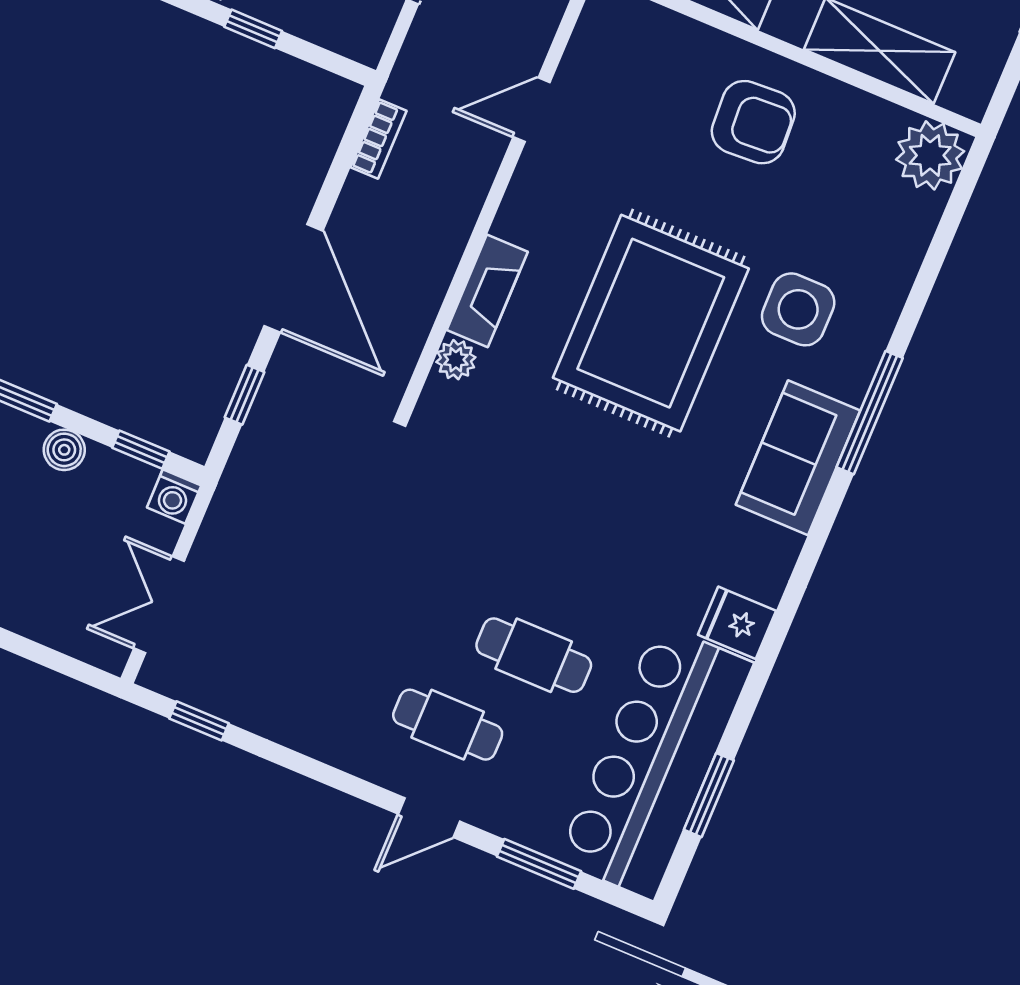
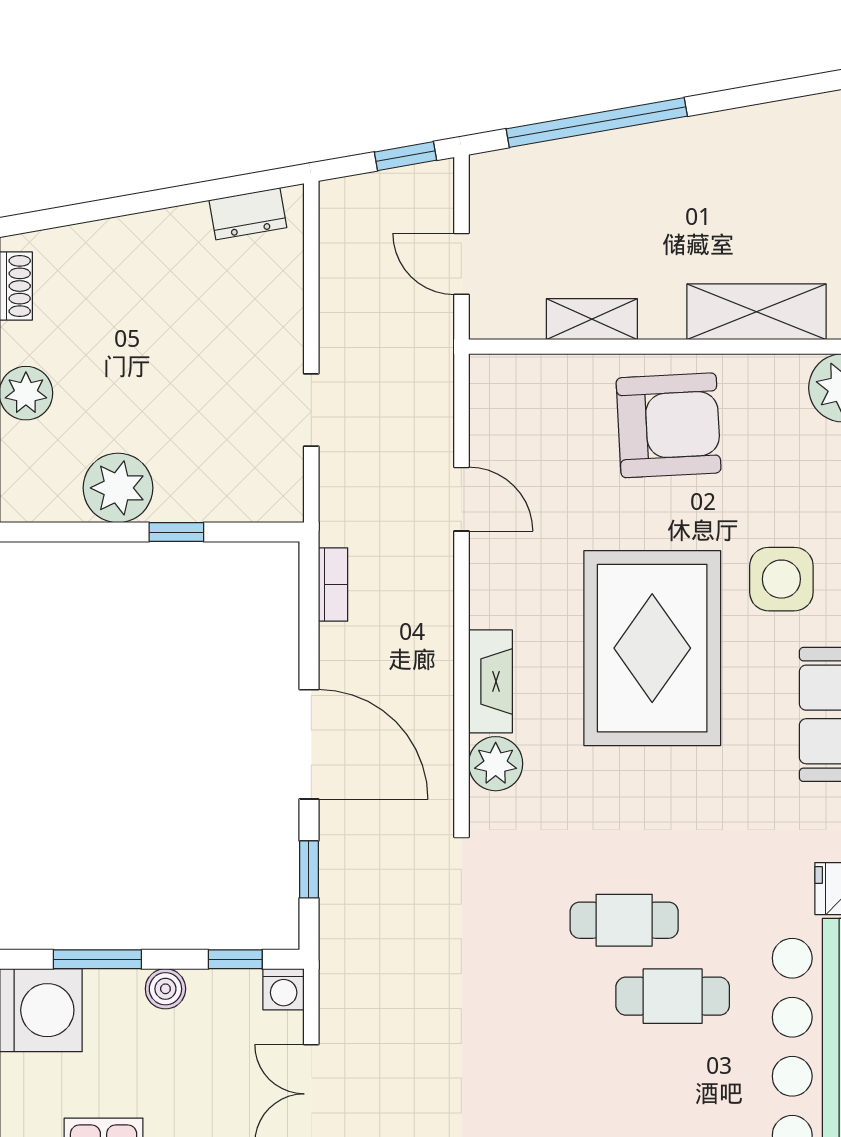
door: (532, 110) -> (461, 499), swing flipped
armchair: (753, 122) -> (669, 425), width x1.36, depth x1.36
plant: (456, 360) -> (496, 764), width x1.38, depth x1.38
cafe table: (448, 725) -> (624, 920), moved

